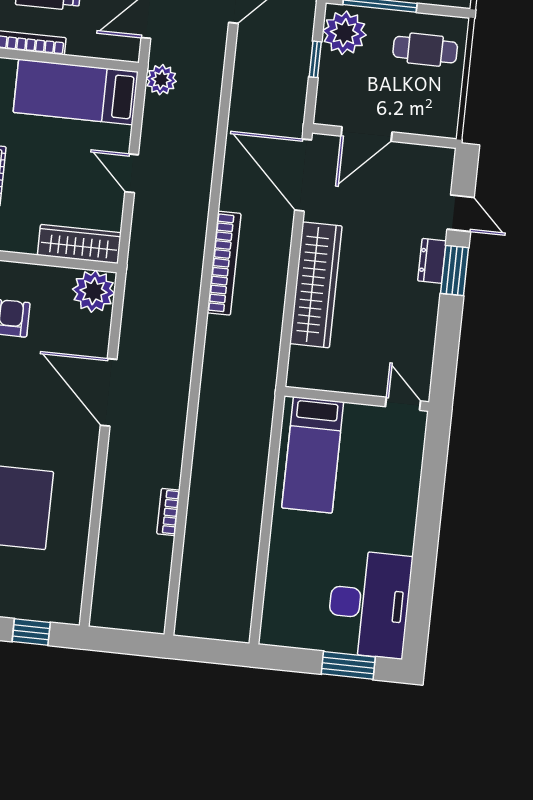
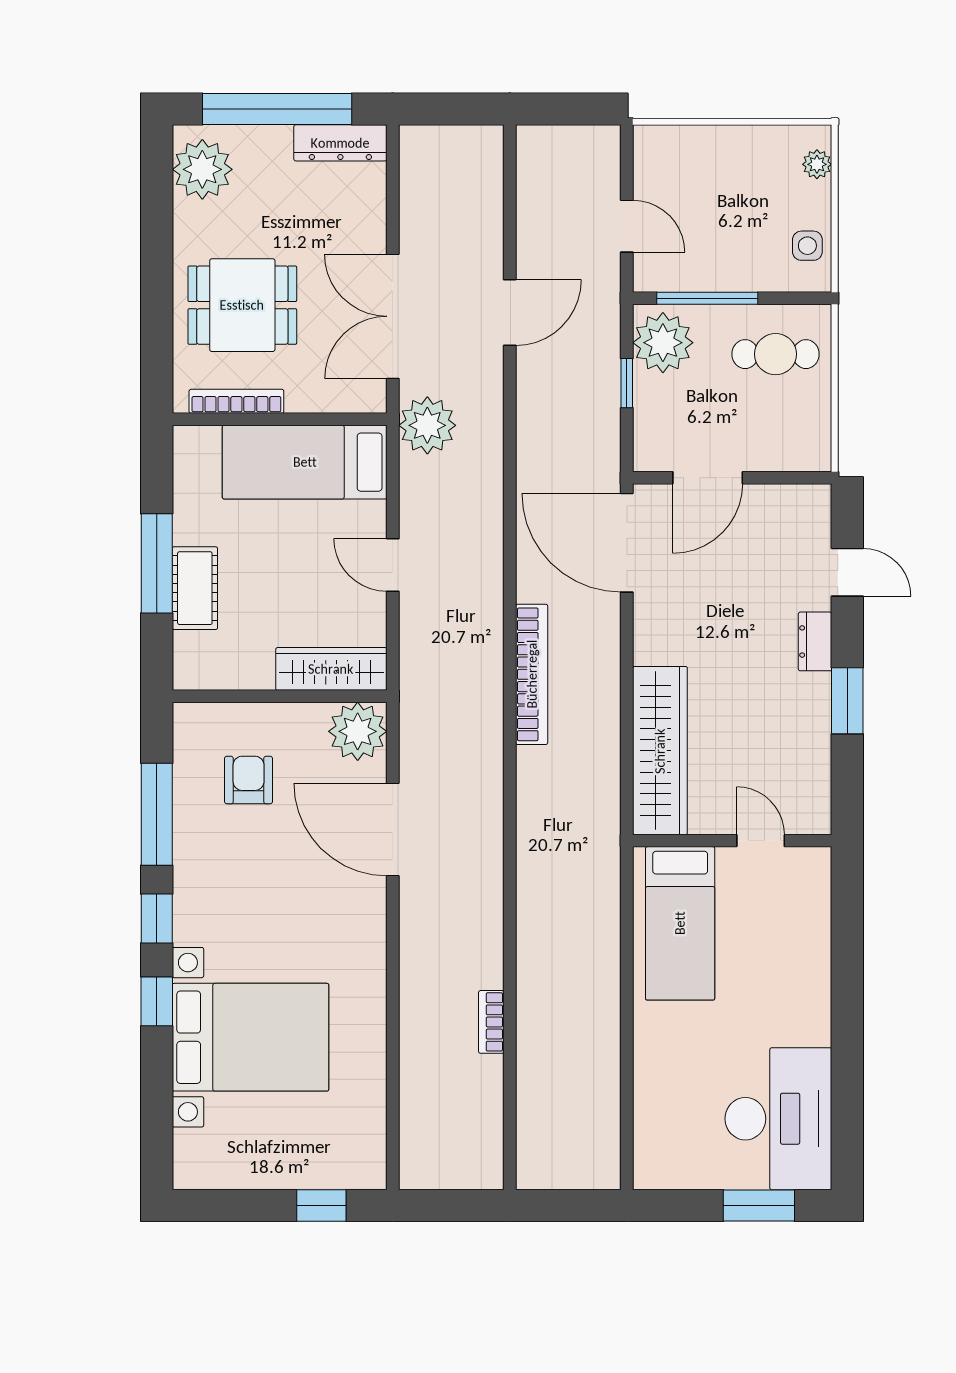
plant: (161, 80) -> (427, 425), width x1.36, depth x1.36
window: (455, 271) -> (847, 701), moved
wardrobe: (316, 285) -> (660, 751), moved
door: (109, 392) -> (393, 830), moved
door: (403, 404) -> (761, 841), moved

